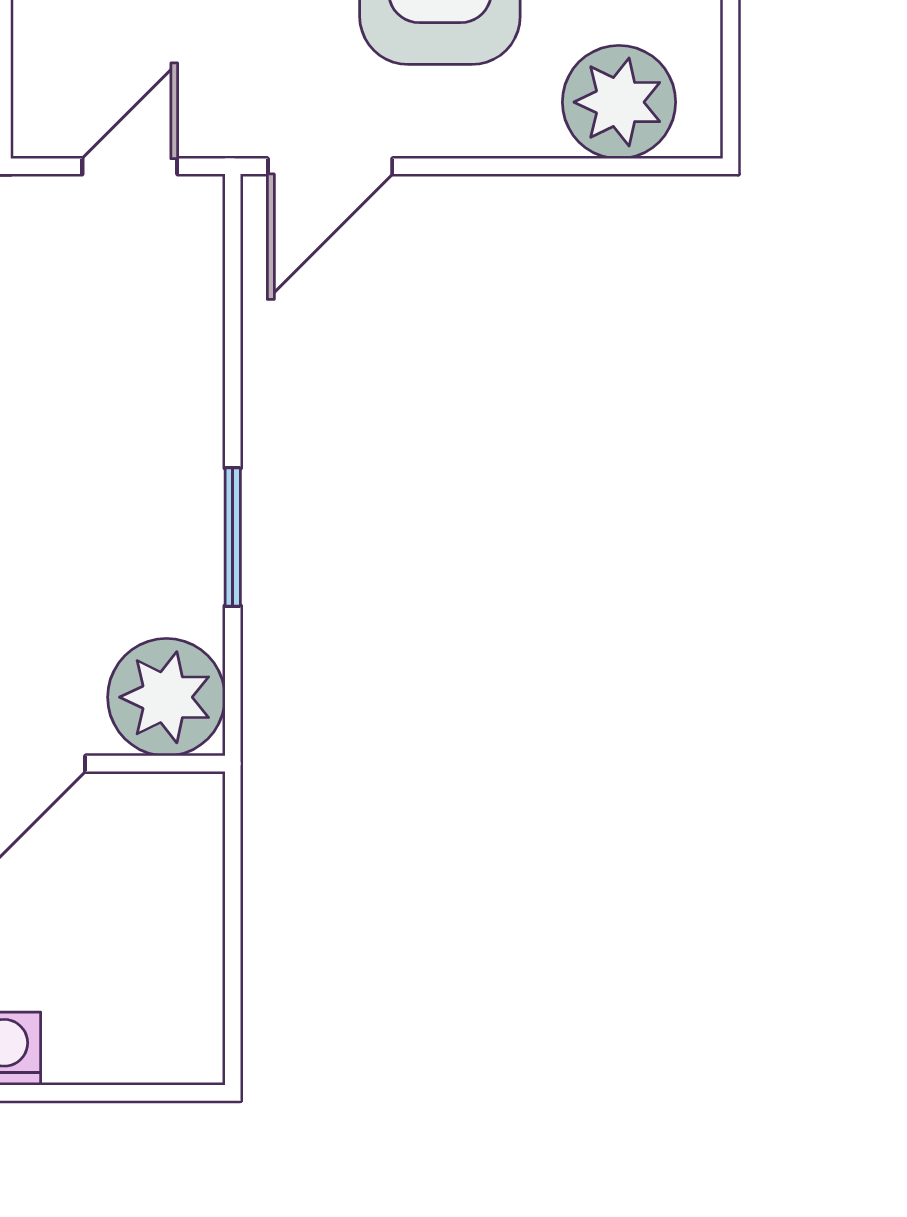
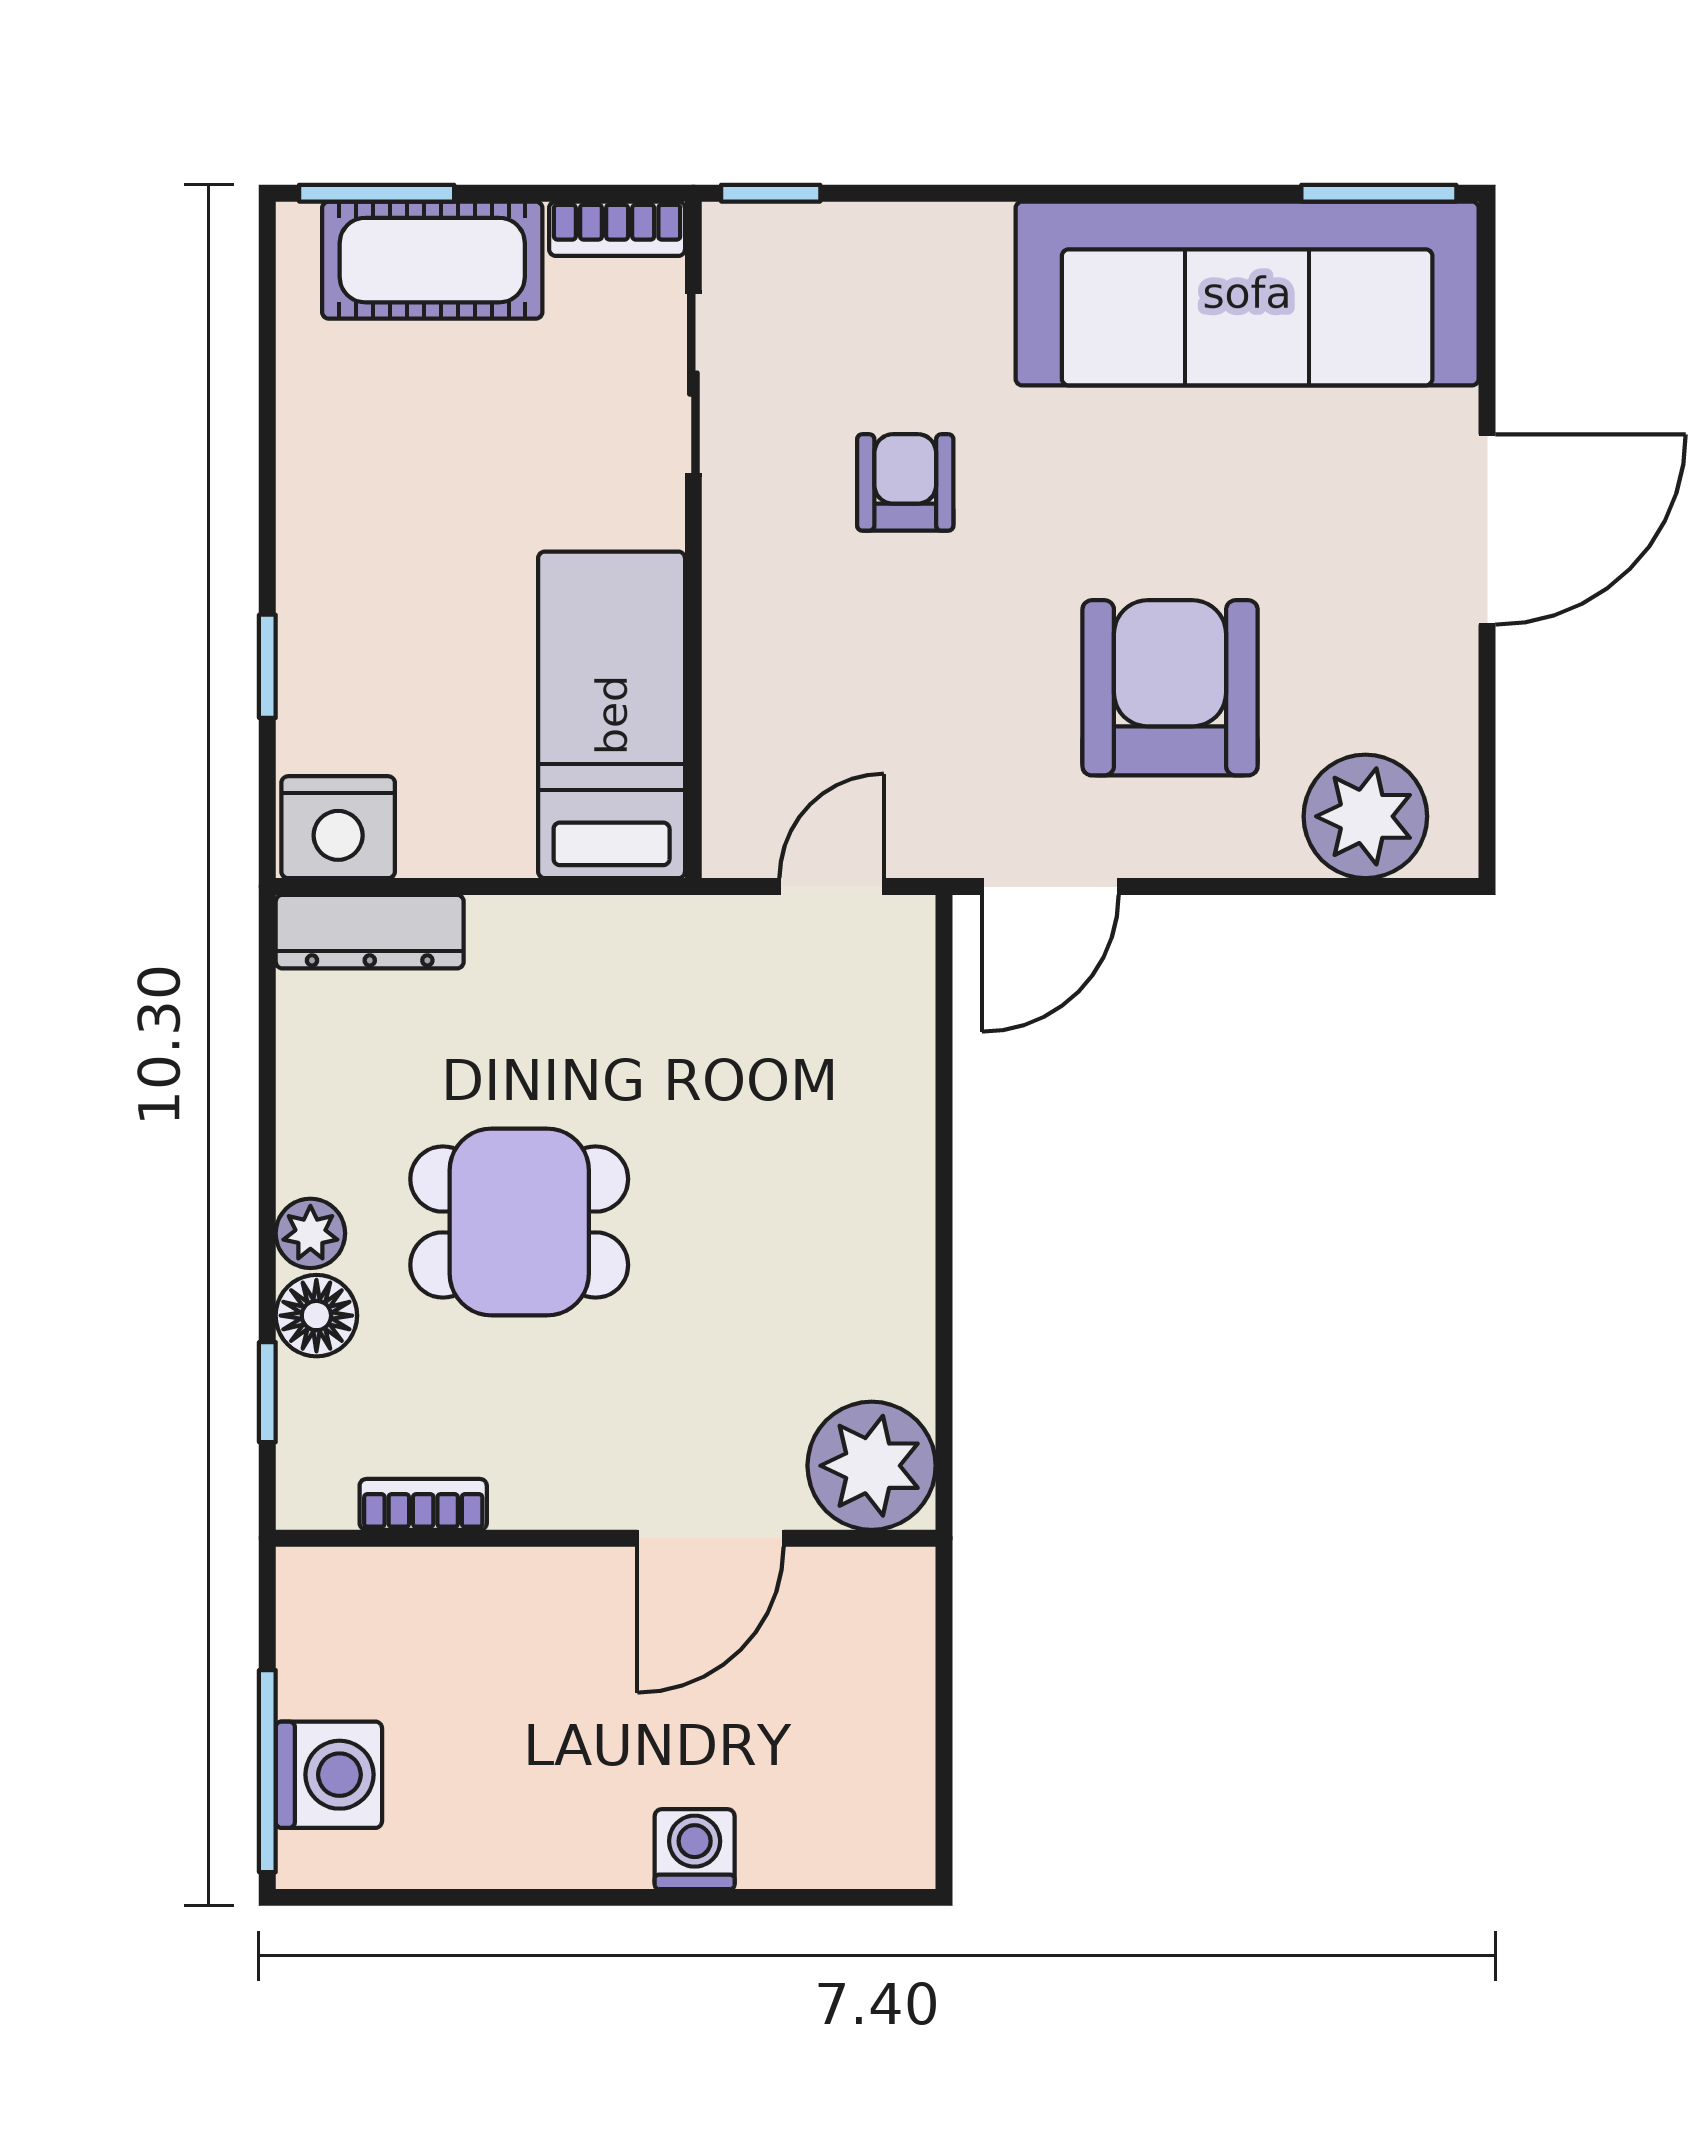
window: (233, 537) -> (944, 1291), removed

